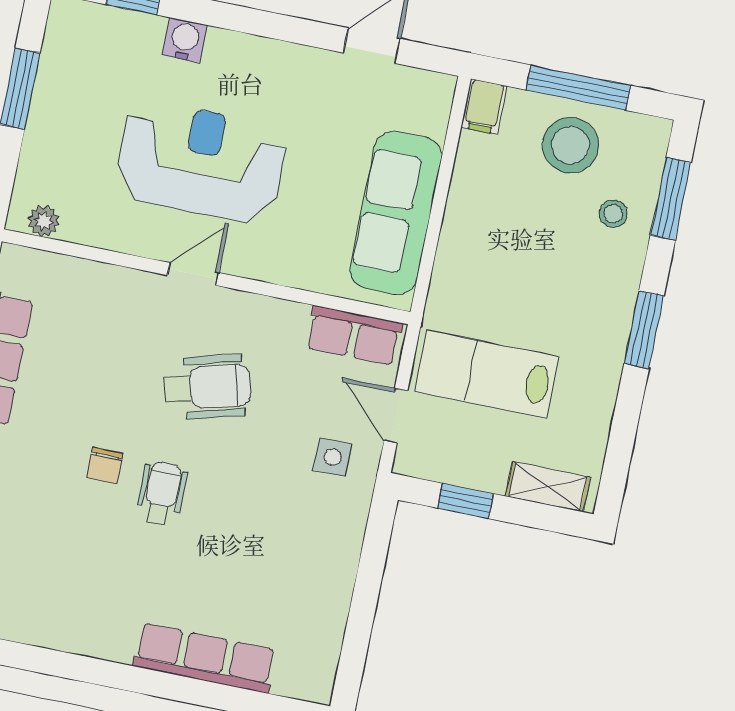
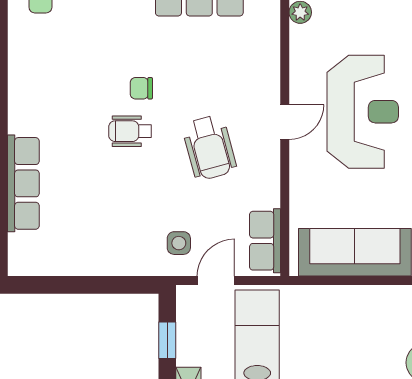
door: (193, 274) -> (285, 122), hinge flipped
wheelchair: (162, 493) -> (130, 131), turned 180

